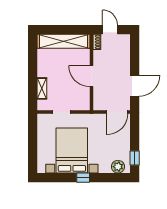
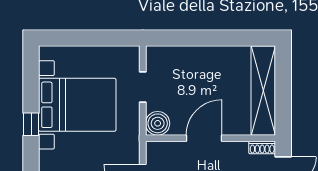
shelving: (42, 88) -> (183, 54), removed
boiler: (83, 103) -> (158, 123), added

